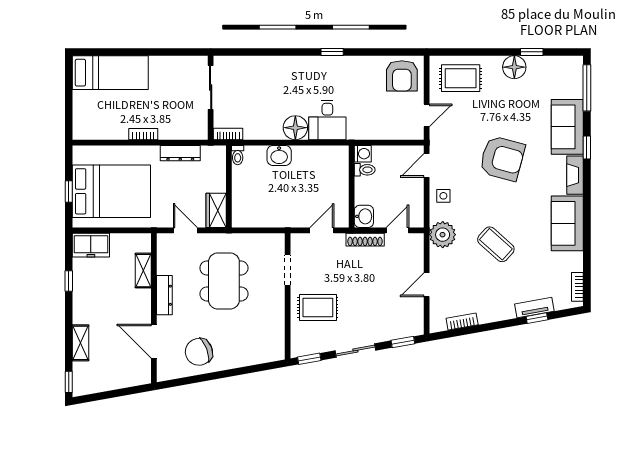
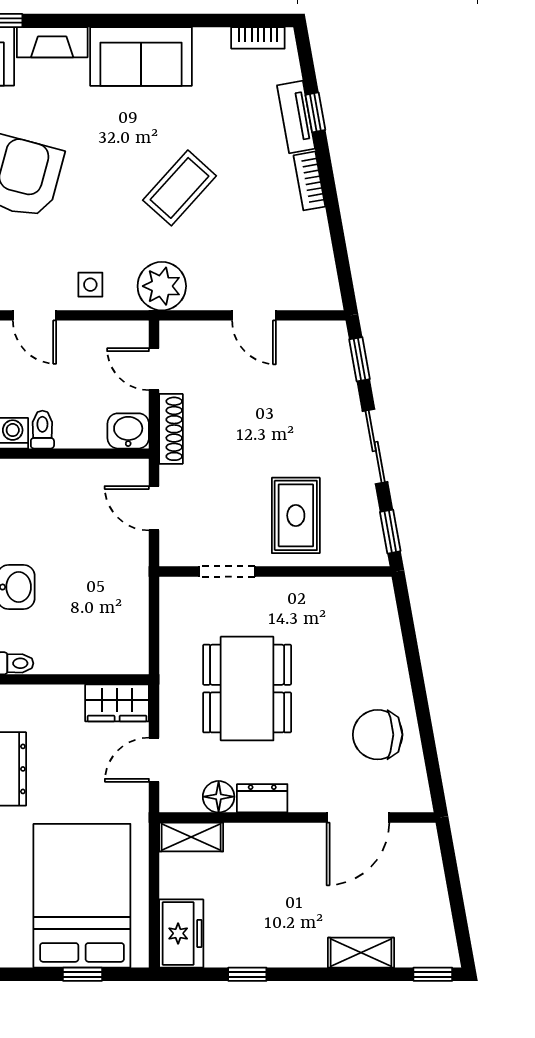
floor lamp: (165, 265) -> (219, 797), added
shelving: (143, 271) -> (191, 837), moved
dining table: (224, 281) -> (247, 689), turned 90
dresser: (164, 295) -> (262, 798), width x0.70
bookcase: (462, 322) -> (309, 181), moved
chair: (199, 352) -> (378, 735), turned 111

